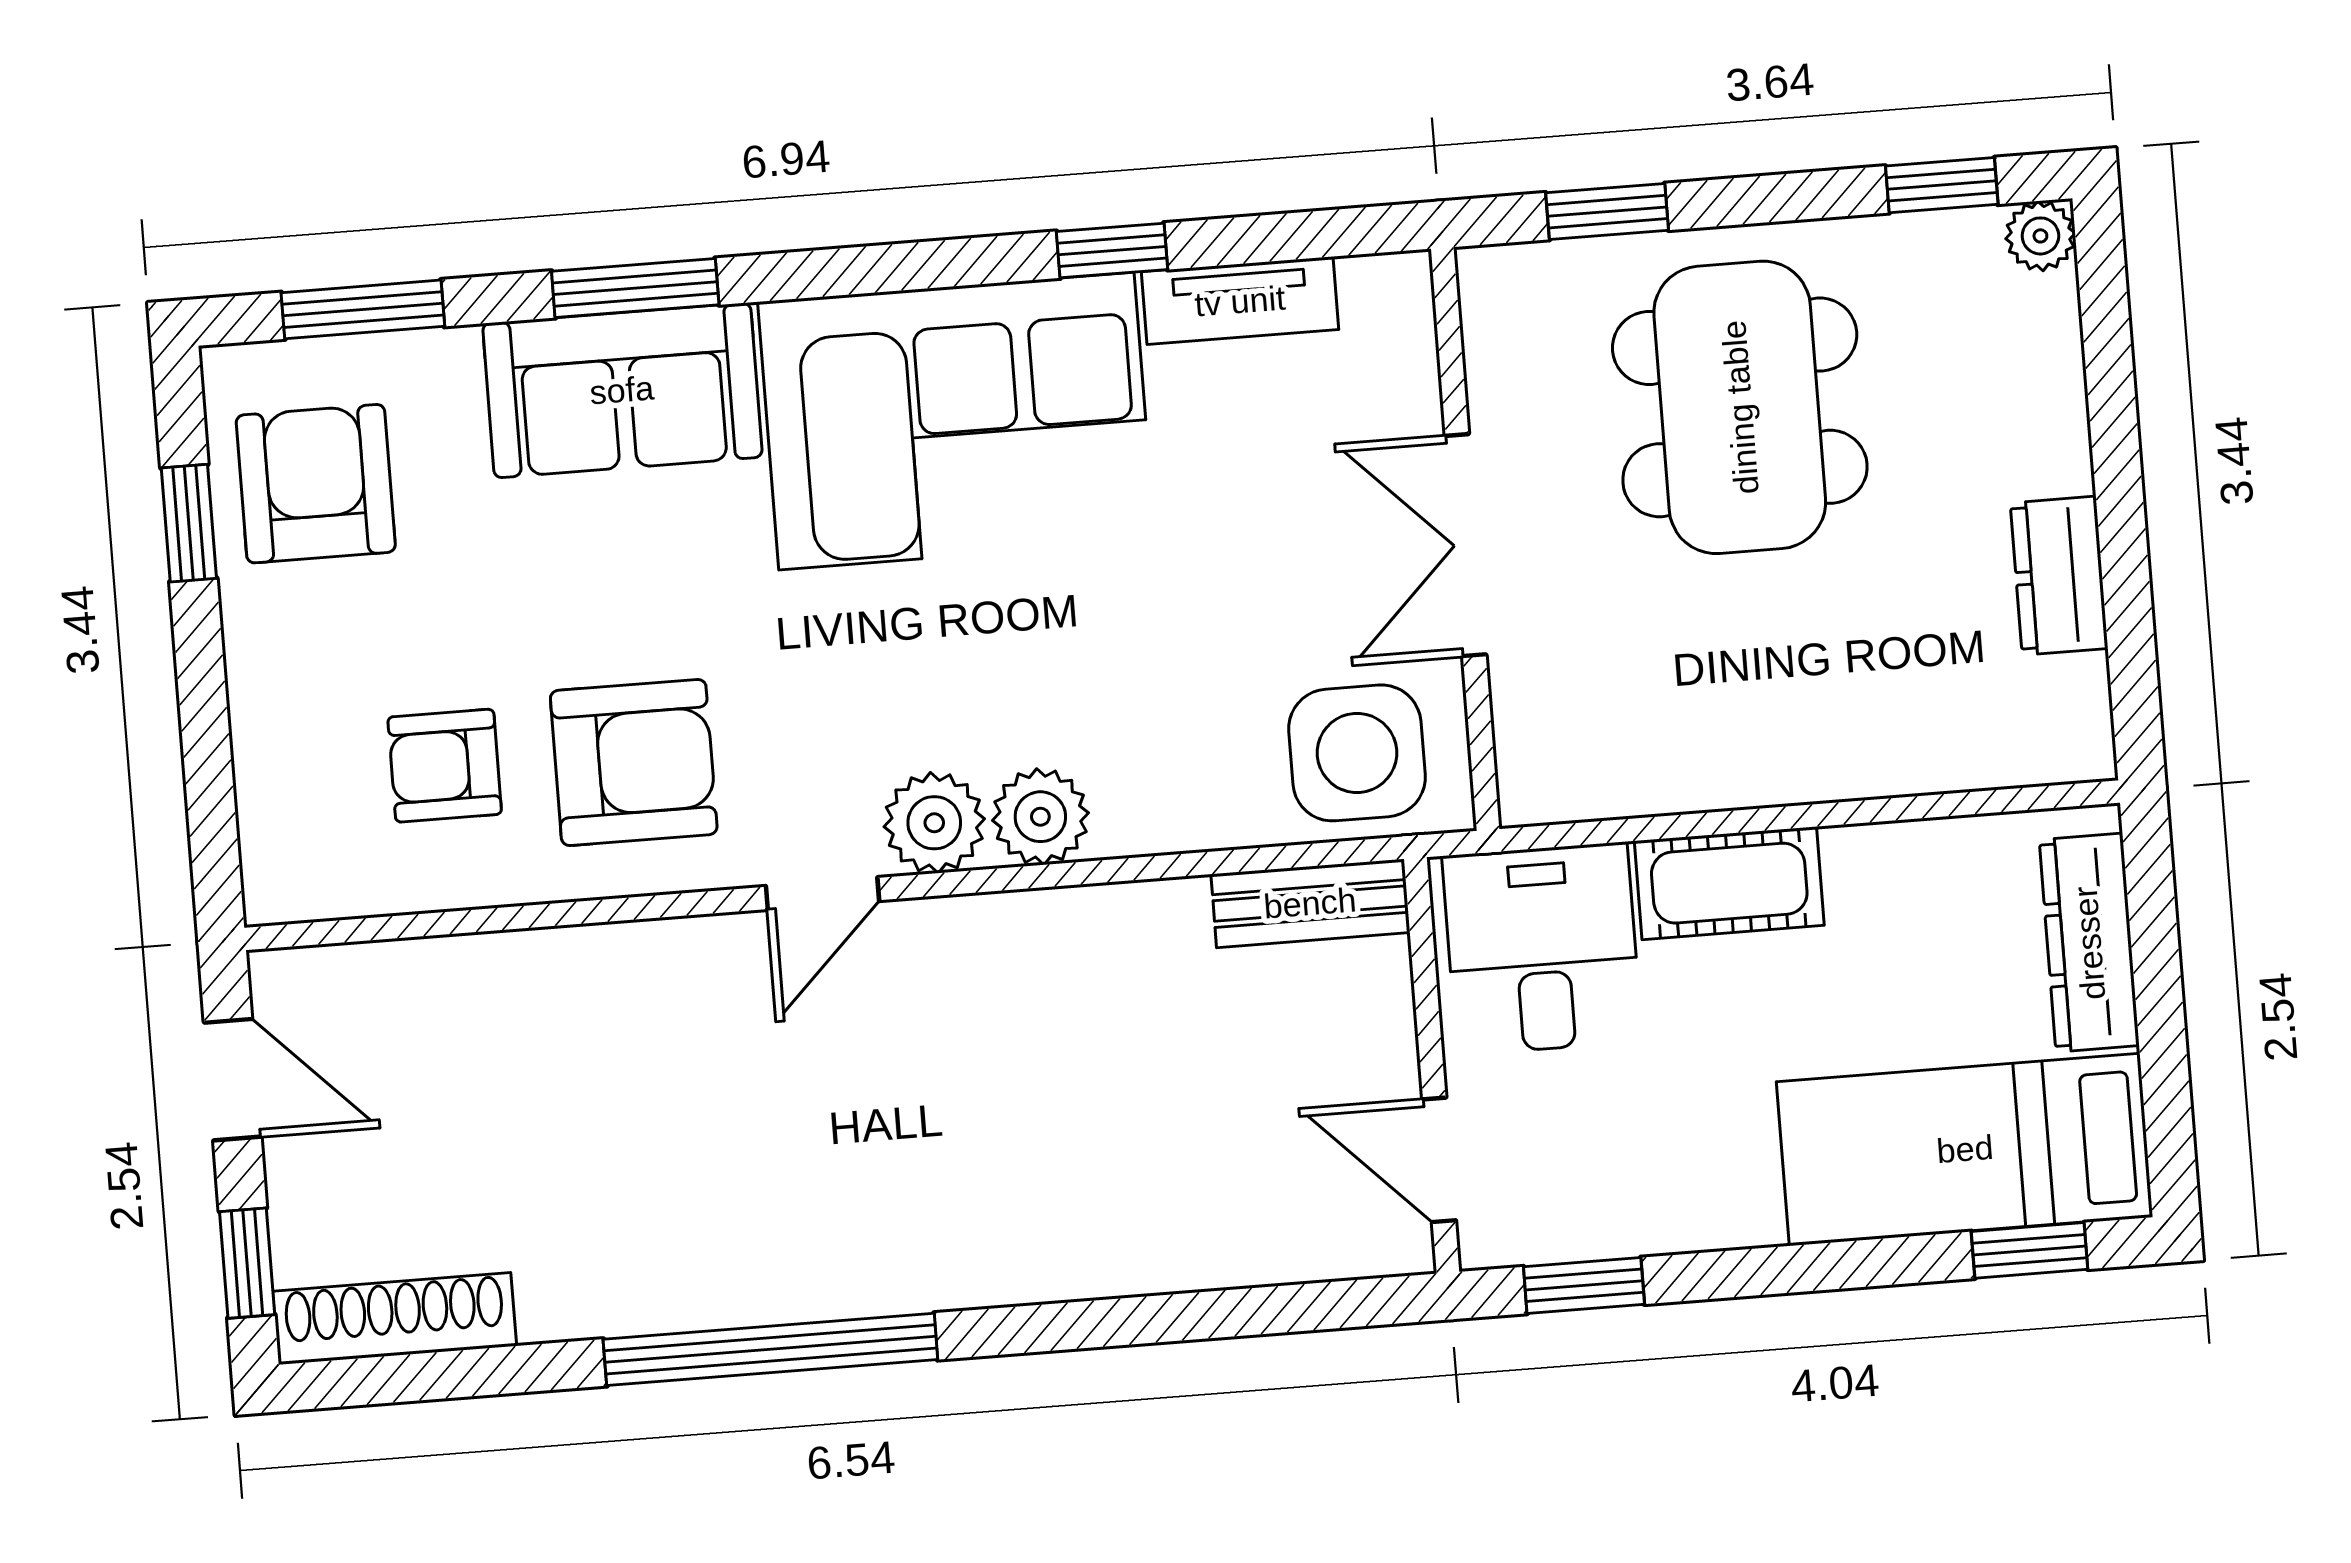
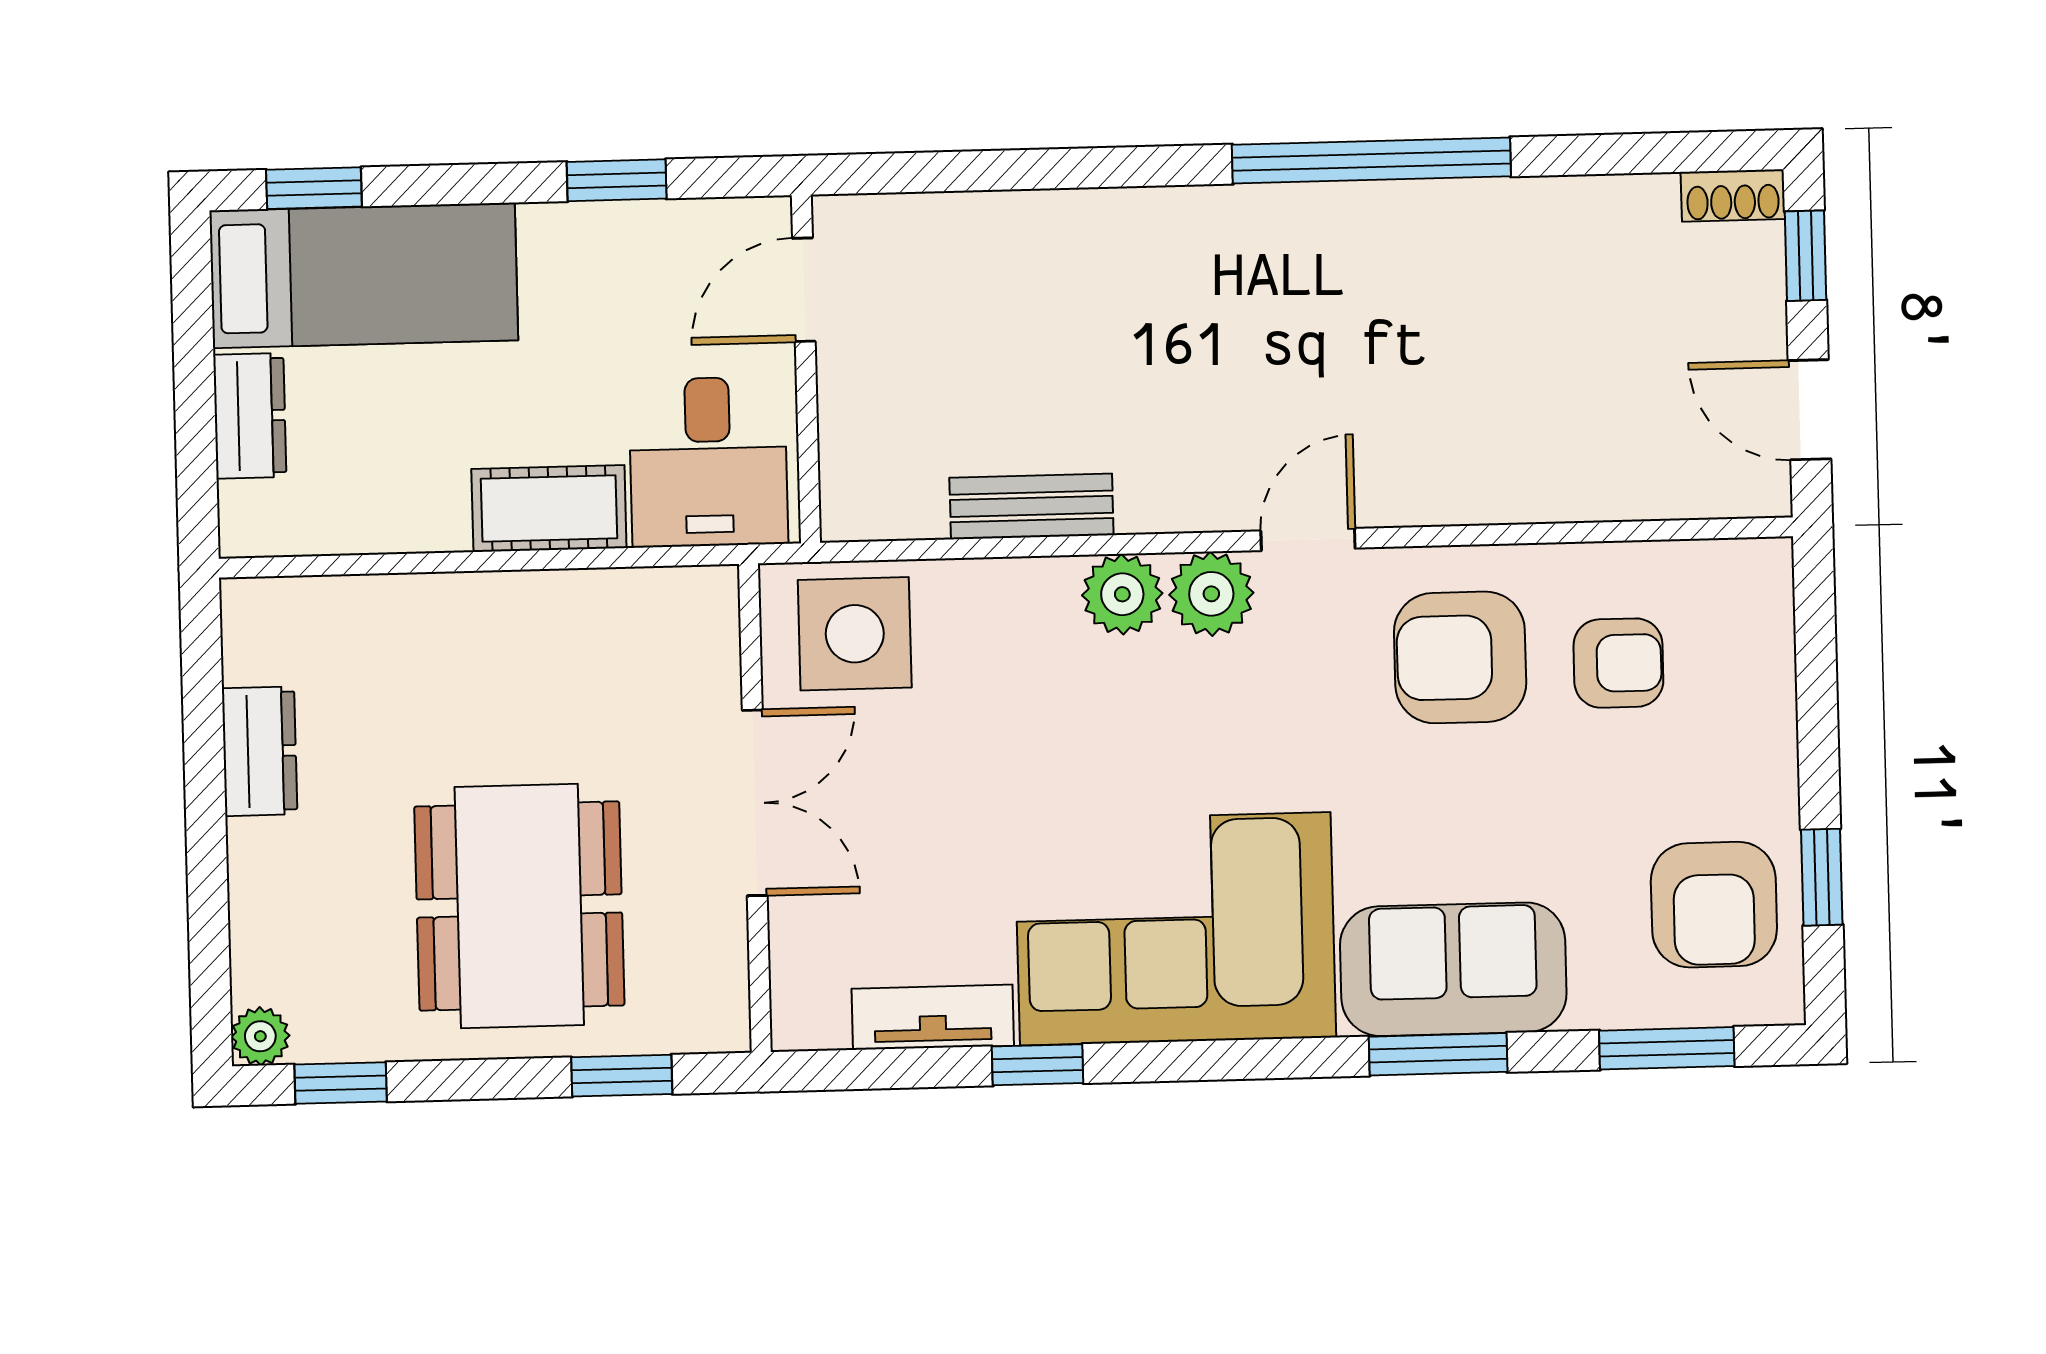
bench: (1310, 903) -> (1031, 506), moved
dresser: (2089, 943) -> (250, 416), width x0.70
door: (1439, 1160) -> (804, 290), swing flipped
window: (1584, 1285) -> (617, 180), moved
shoe rack: (395, 1319) -> (1733, 196), width x0.51, depth x0.81

